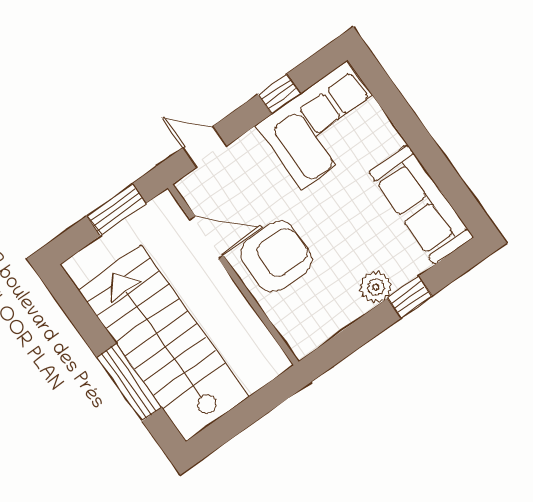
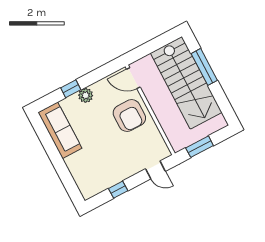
corner sofa: (324, 125) -> (99, 173), removed
door: (207, 237) -> (133, 78), moved
armchair: (276, 256) -> (129, 116), turned -90

